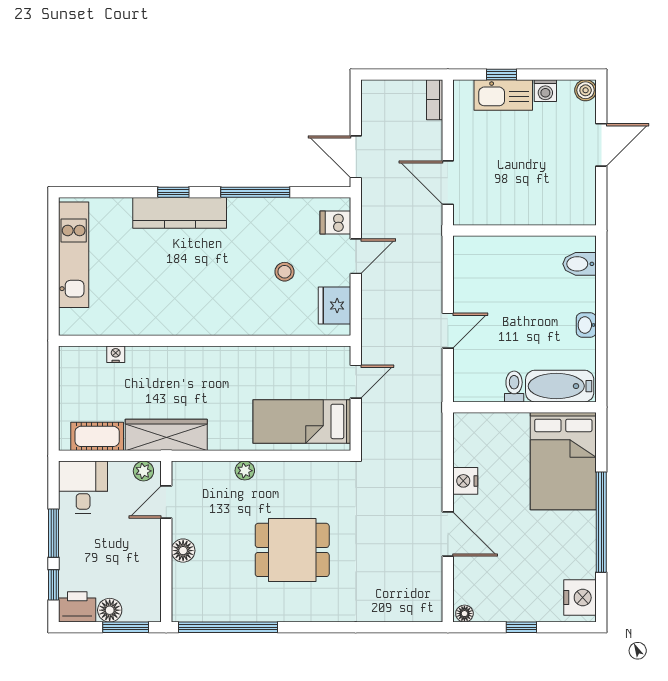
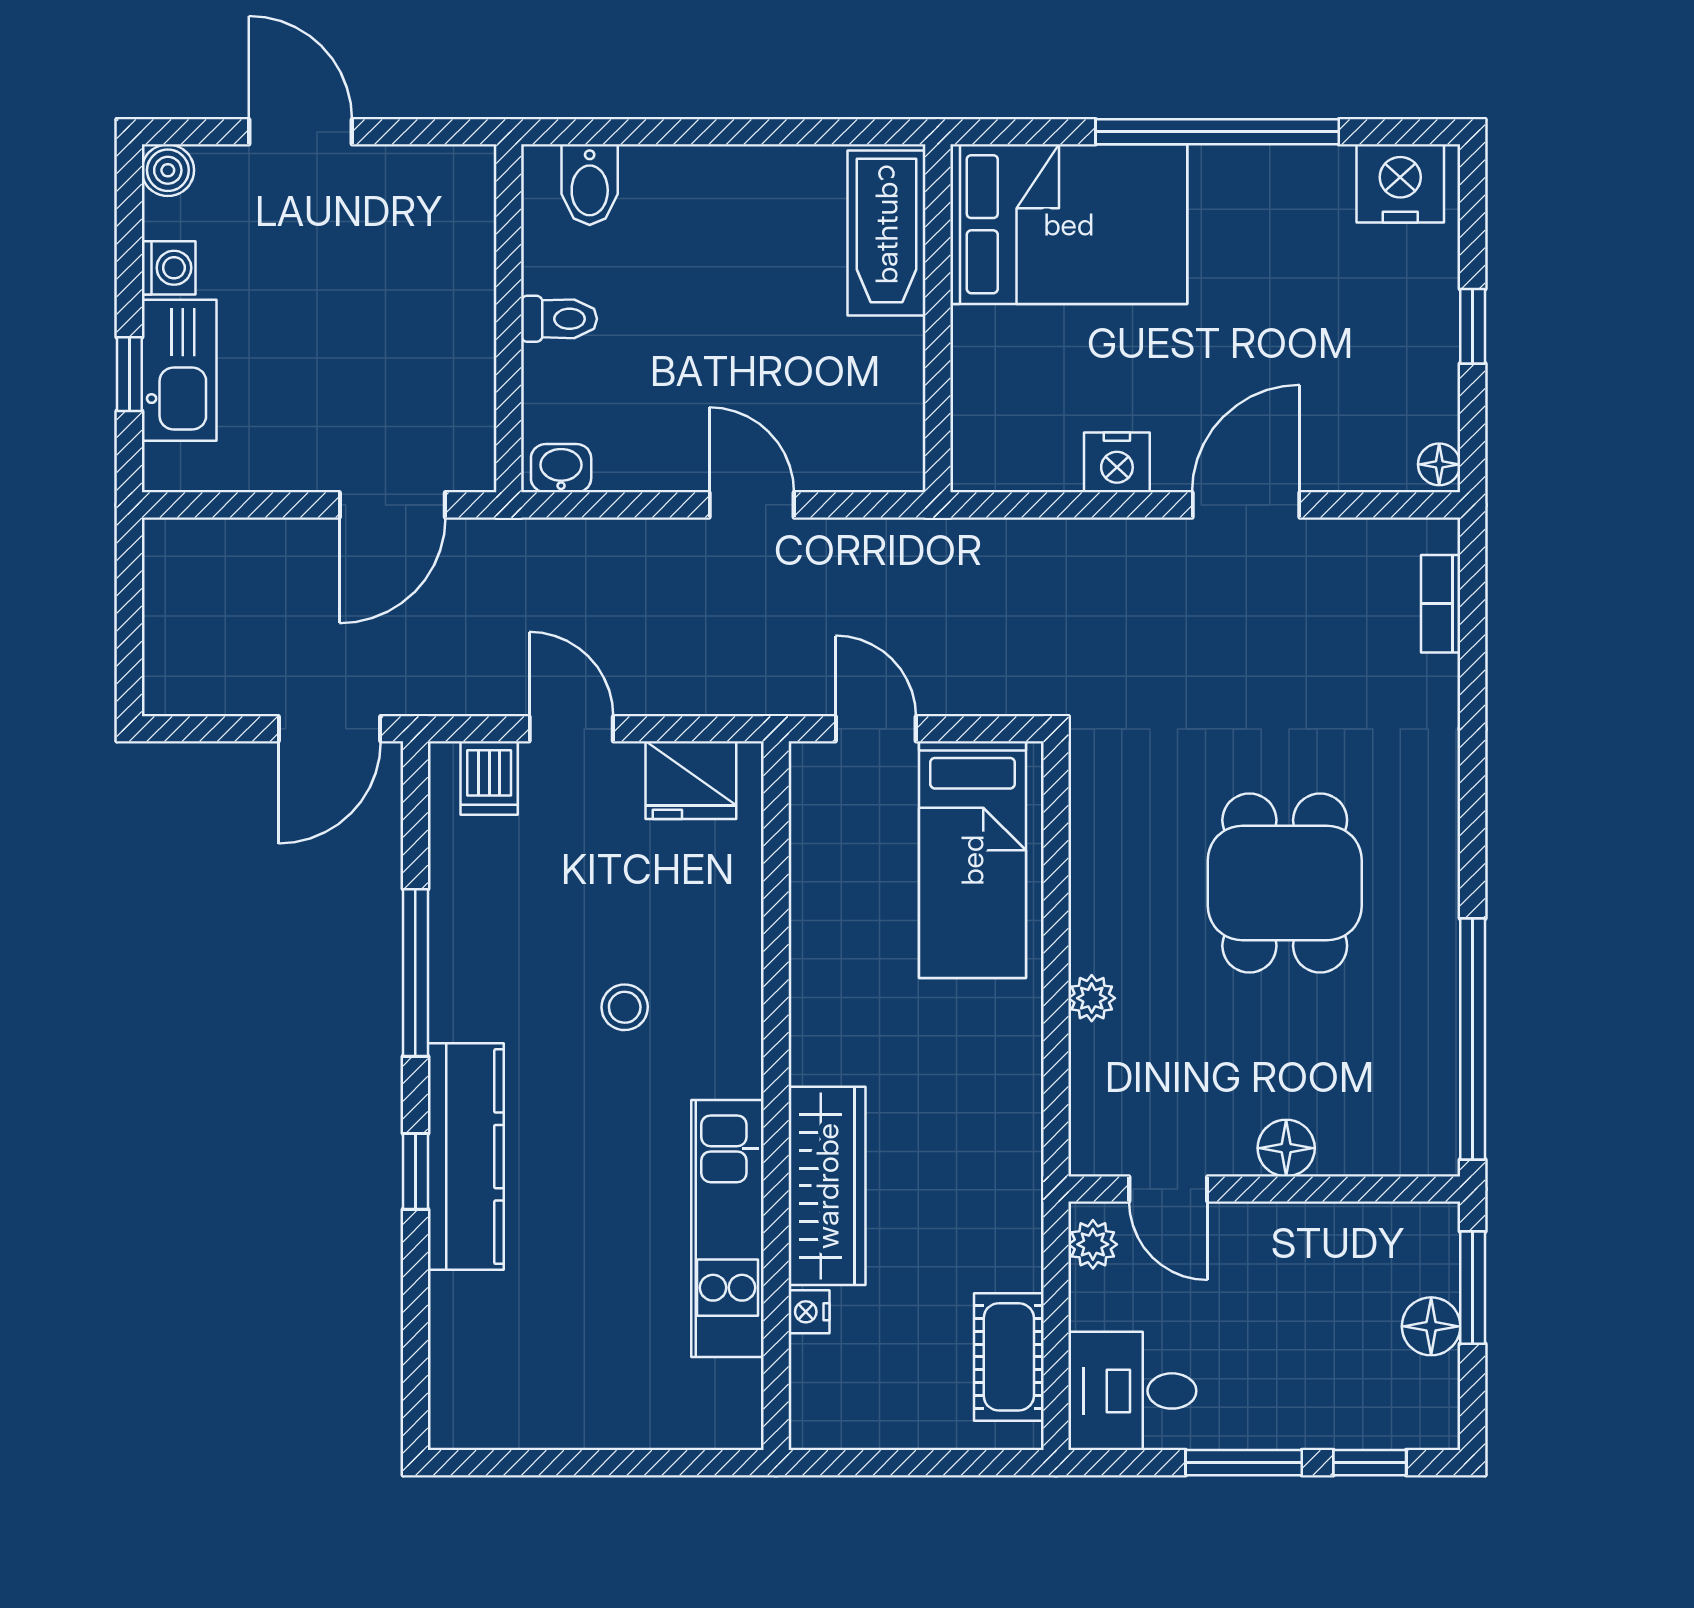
bookcase: (435, 100) -> (1441, 604), moved, turned 90
kitchen unit: (74, 255) -> (727, 1229), moved, turned -90
stool: (285, 272) -> (625, 1007), moved
washbasin: (586, 325) -> (561, 468), moved, turned 180
toilet: (514, 387) -> (559, 319), moved, turned 180
wardrobe: (166, 435) -> (827, 1186), moved, turned 180
printer: (77, 607) -> (1423, 1405), removed

